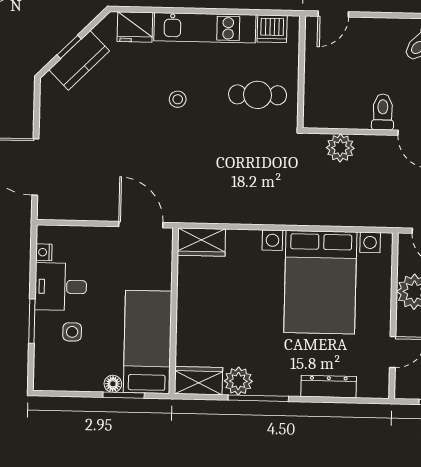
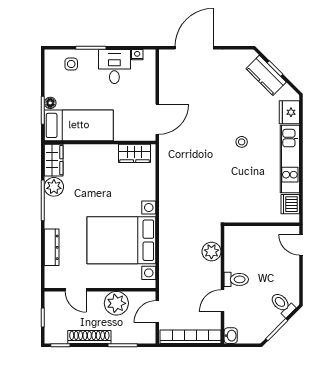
cafe table: (258, 95) -> (246, 195), removed
wardrobe: (201, 242) -> (135, 153), moved, turned -90
side table: (72, 332) -> (71, 64), moved

